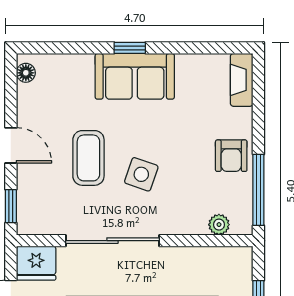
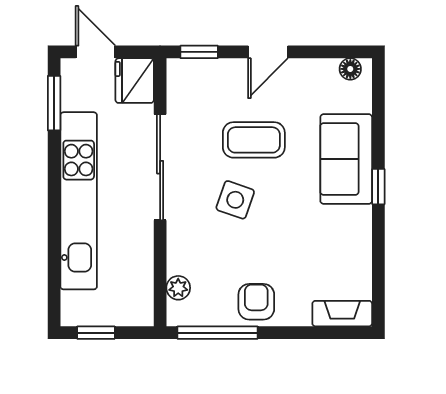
sofa: (135, 76) -> (346, 159), moved
armchair: (231, 156) -> (256, 302), turned 90

